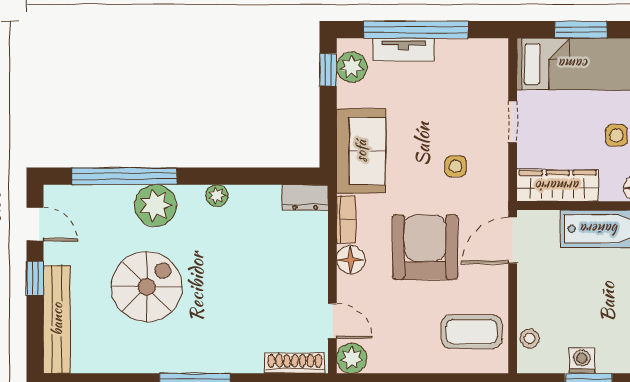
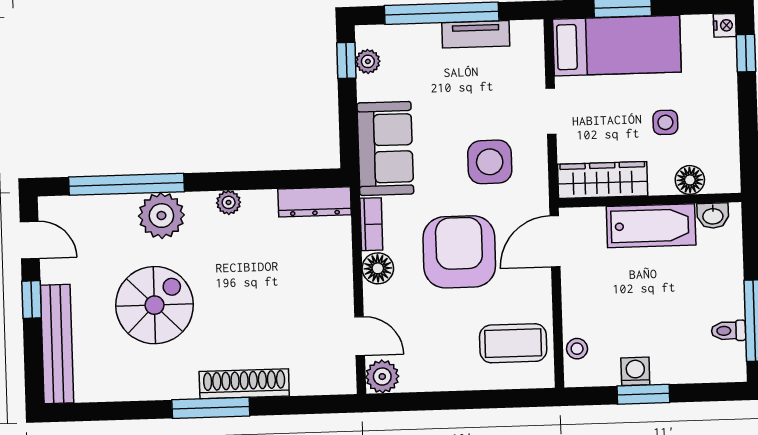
tv unit: (404, 50) -> (476, 34), moved
plant: (352, 67) -> (368, 61), width x0.73, depth x0.73
side table: (455, 166) -> (490, 162), width x1.87, depth x1.87
dresser: (305, 197) -> (315, 202), width x1.44
shoe rack: (295, 363) -> (244, 384), moved, width x1.36, depth x1.24

